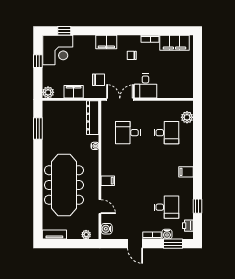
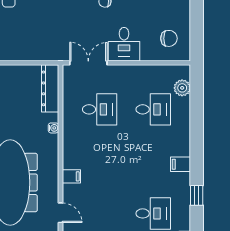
chair: (99, 80) -> (169, 38), moved
filing cabinet: (74, 92) -> (24, 52), removed
desk: (128, 133) -> (100, 109), turned 180
window: (197, 206) -> (197, 195), moved

